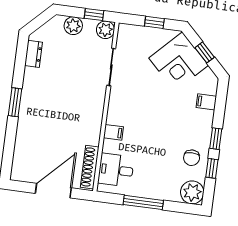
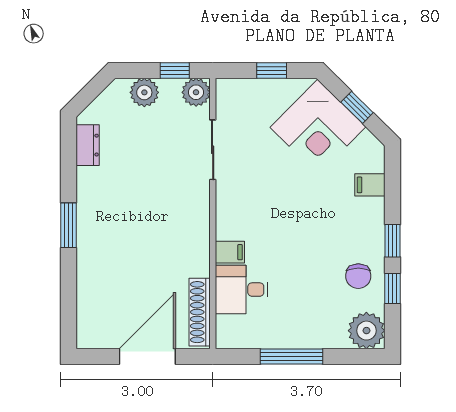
desk: (116, 170) -> (242, 290), moved

